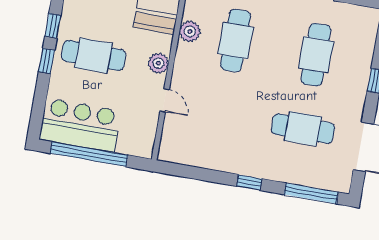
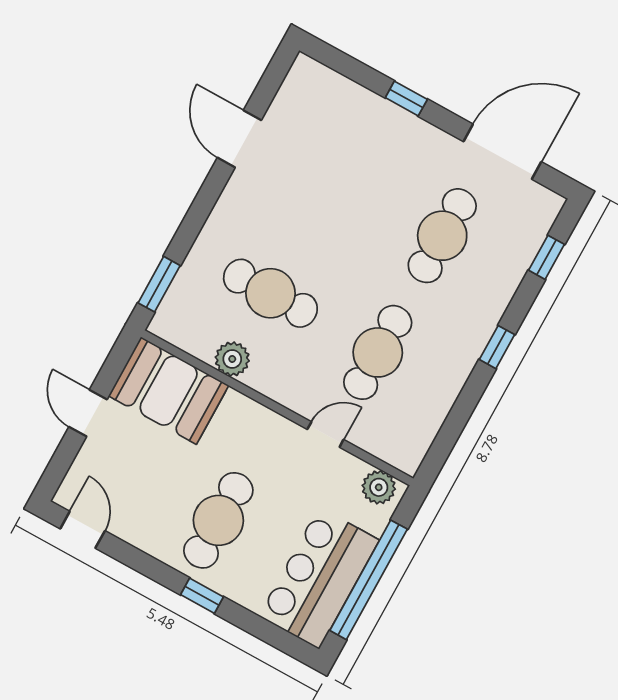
window: (53, 26) -> (151, 568), removed
cafe table: (316, 55) -> (378, 352), moved, turned 90
plant: (158, 63) -> (379, 487), moved
window: (311, 193) -> (547, 257), width x0.46

